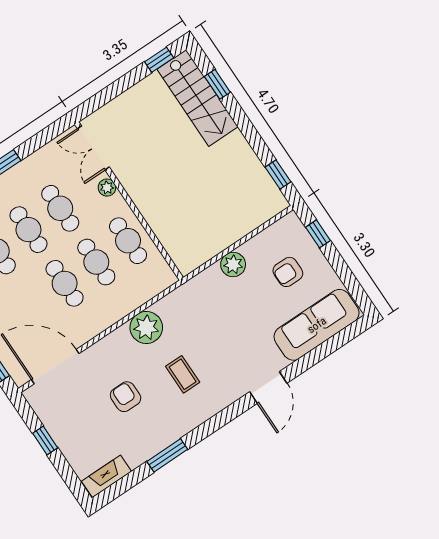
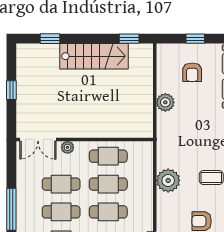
window: (159, 60) -> (11, 90), moved
stairs: (198, 98) -> (94, 56), moved
window: (318, 234) -> (195, 39), moved

